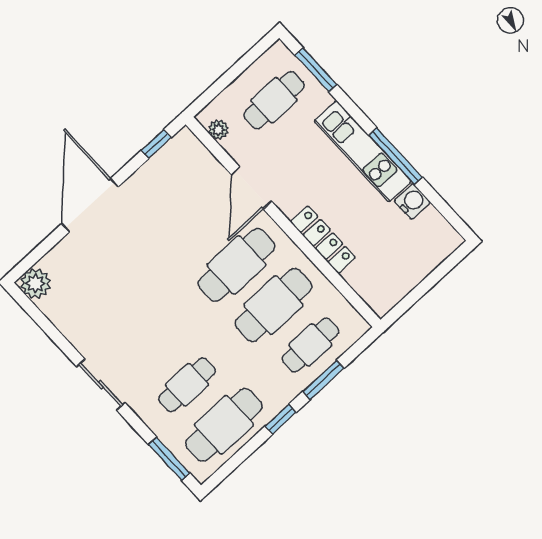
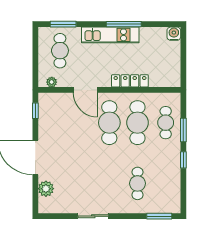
water cooler: (412, 202) -> (174, 34), moved
plant: (35, 283) -> (46, 189), moved
sliding door: (101, 385) -> (93, 216), moved
cafe table: (224, 425) -> (166, 183), removed

